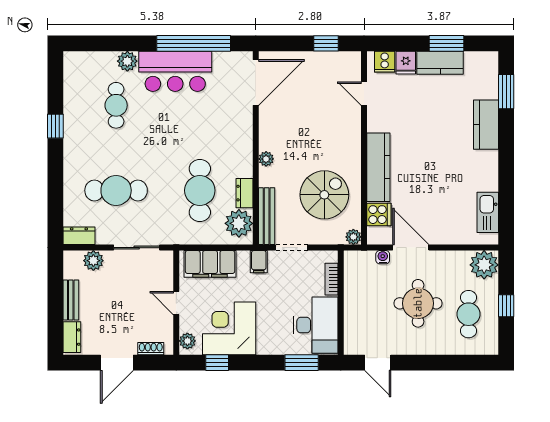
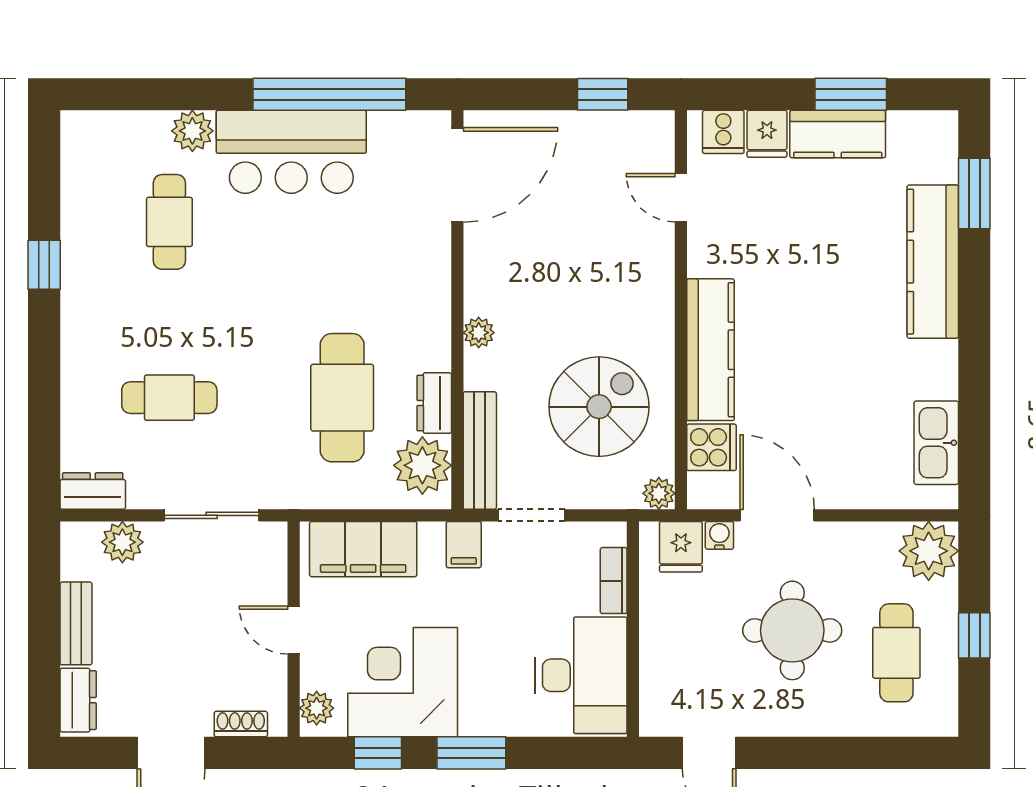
kitchen counter: (486, 125) -> (933, 262), width x1.50
cafe table: (116, 190) -> (169, 398), width x0.73, depth x0.74
fridge: (364, 263) -> (681, 547), added
window: (302, 363) -> (471, 753), moved

